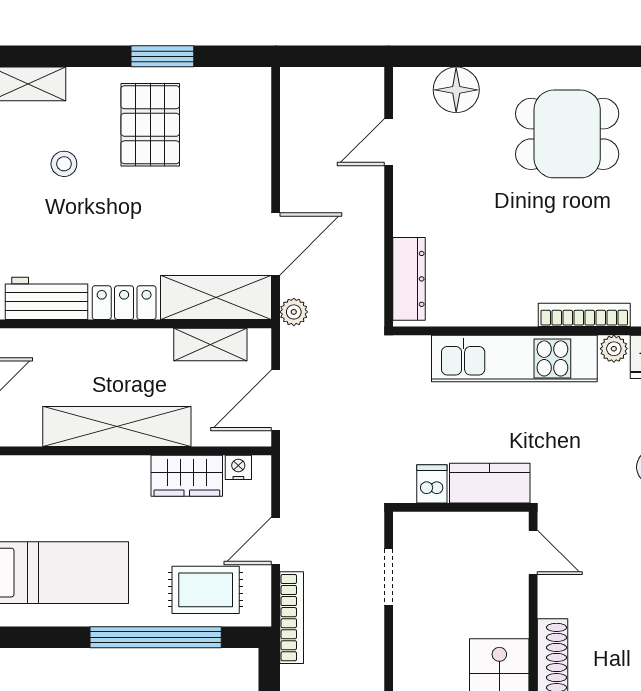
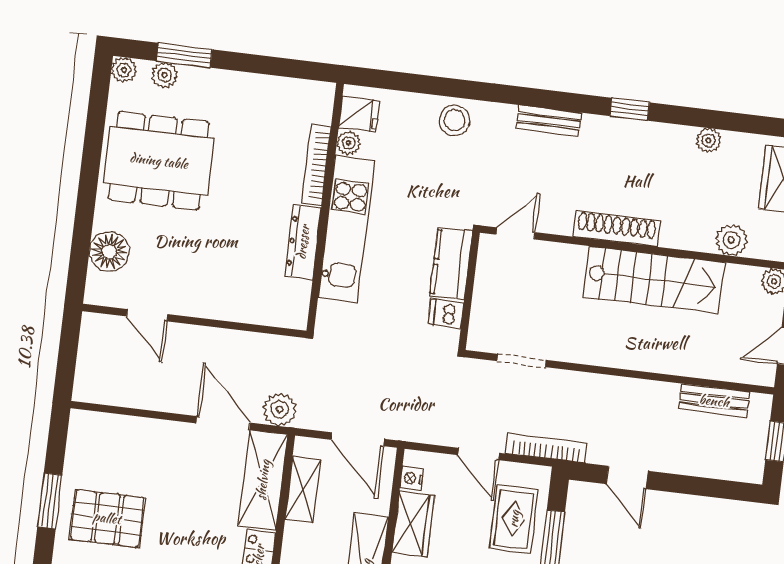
dining table: (567, 134) -> (159, 161), width x1.38
dresser: (409, 279) -> (303, 242), moved, turned -90
plant: (294, 312) -> (280, 409), width x1.38, depth x1.38

